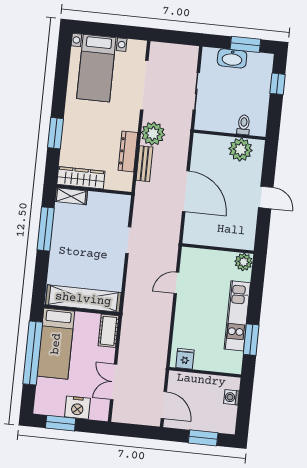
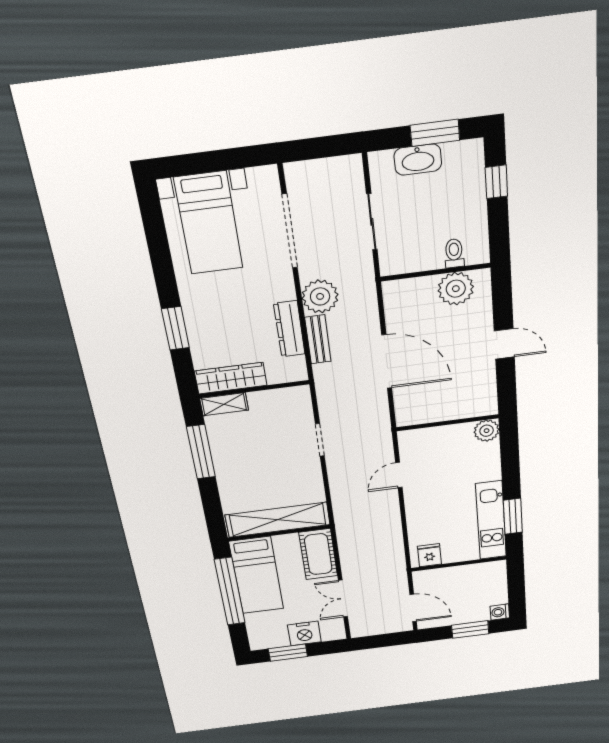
kitchen unit: (237, 316) -> (491, 520), moved
cot: (108, 331) -> (318, 554), width x1.37, depth x1.34
washing machine: (231, 397) -> (500, 612), moved

